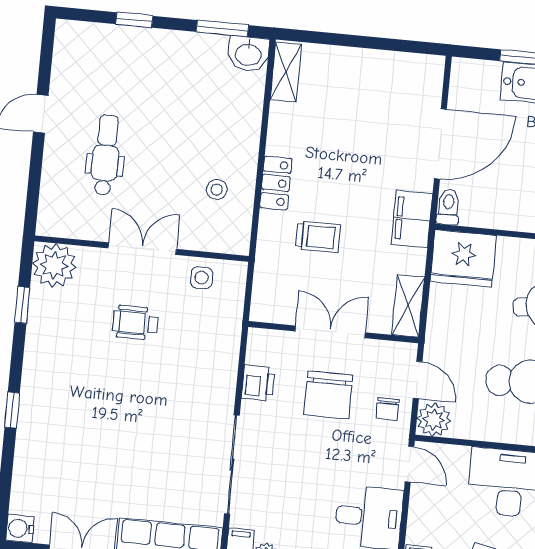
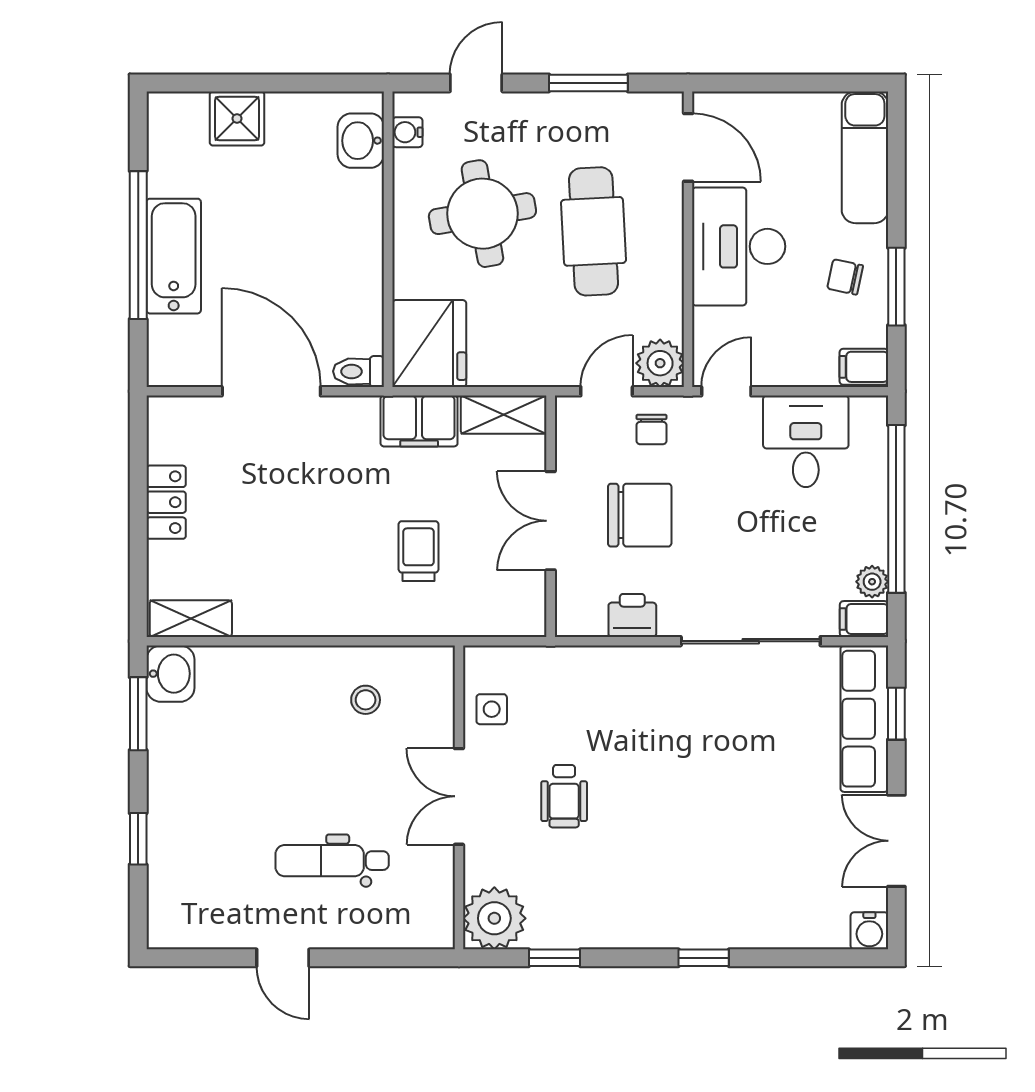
locker: (276, 183) -> (166, 502), moved, turned 90
filing cabinet: (412, 219) -> (419, 421), moved
chair: (388, 409) -> (652, 429), turned 90

